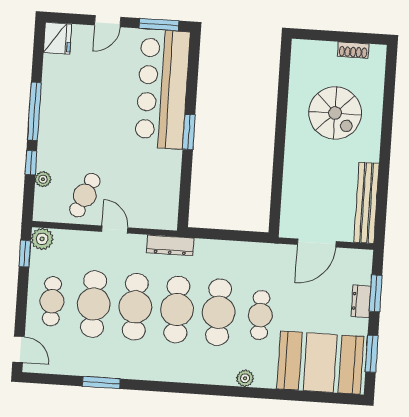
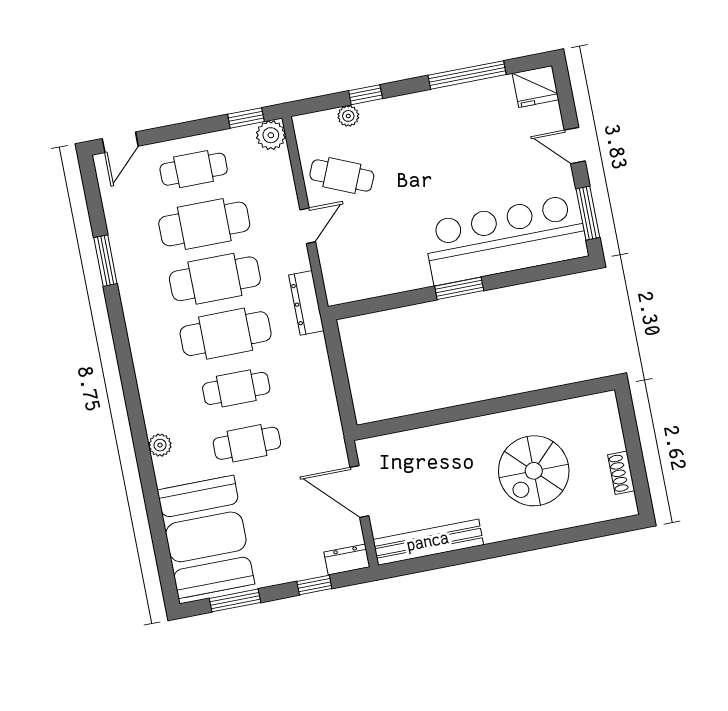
window: (34, 111) -> (467, 75), moved
window: (376, 293) -> (314, 585), width x0.67
dresser: (361, 301) -> (347, 559), moved
cafe table: (219, 312) -> (236, 388), width x0.73, depth x0.74

